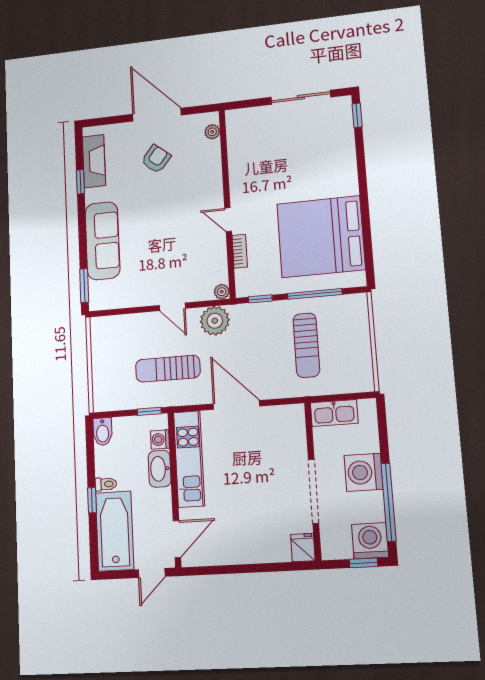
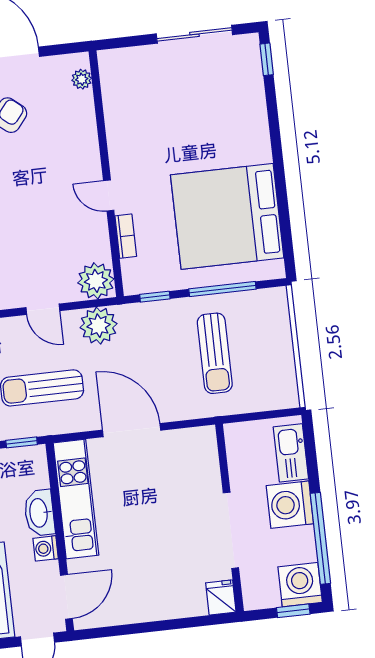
plant: (222, 292) -> (96, 281), width x1.88, depth x1.88
kitchen sink: (334, 413) -> (291, 453), moved, turned 90
washing machine: (160, 439) -> (46, 548), moved

